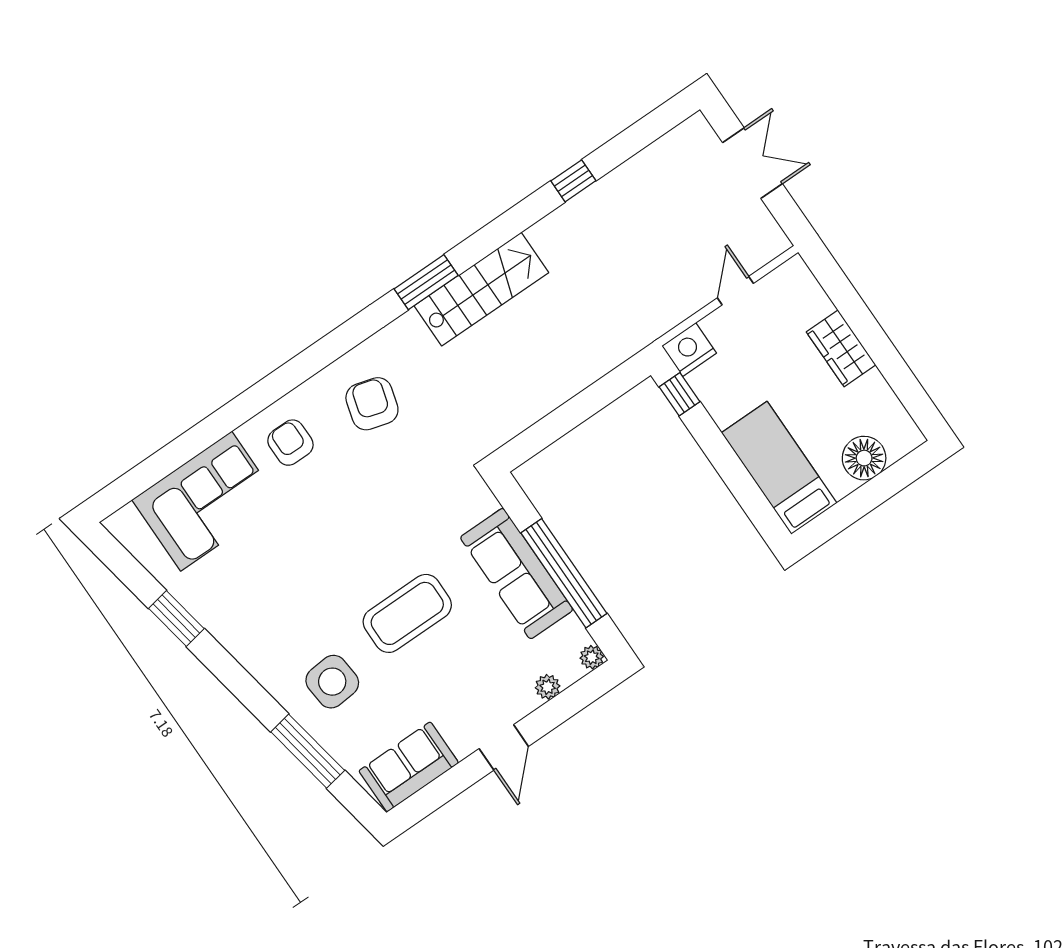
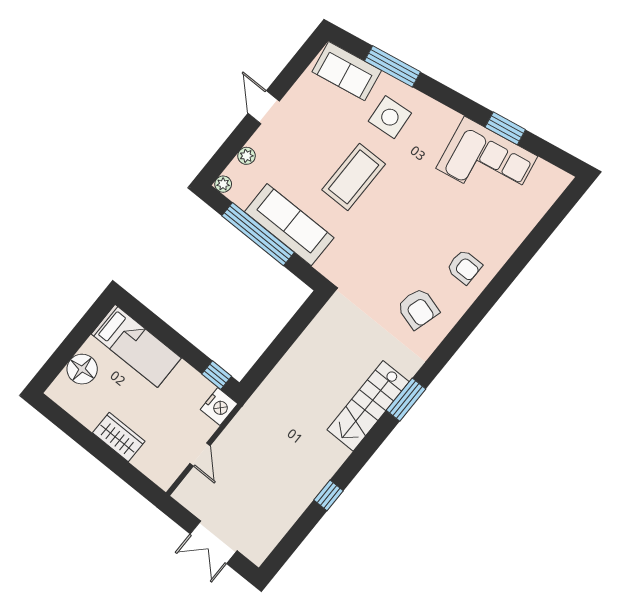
corner sofa: (206, 501) -> (487, 162), moved, turned -100
sofa: (409, 767) -> (347, 71), moved, turned 80

